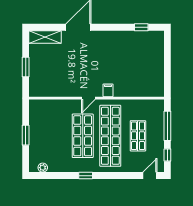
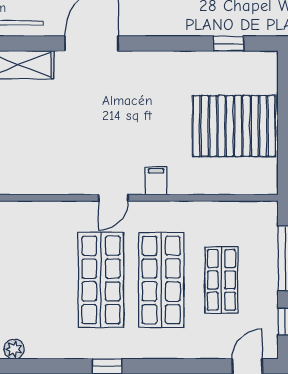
pallet: (144, 65) -> (234, 126), added
shop shelf: (110, 136) -> (161, 280), width x0.71

